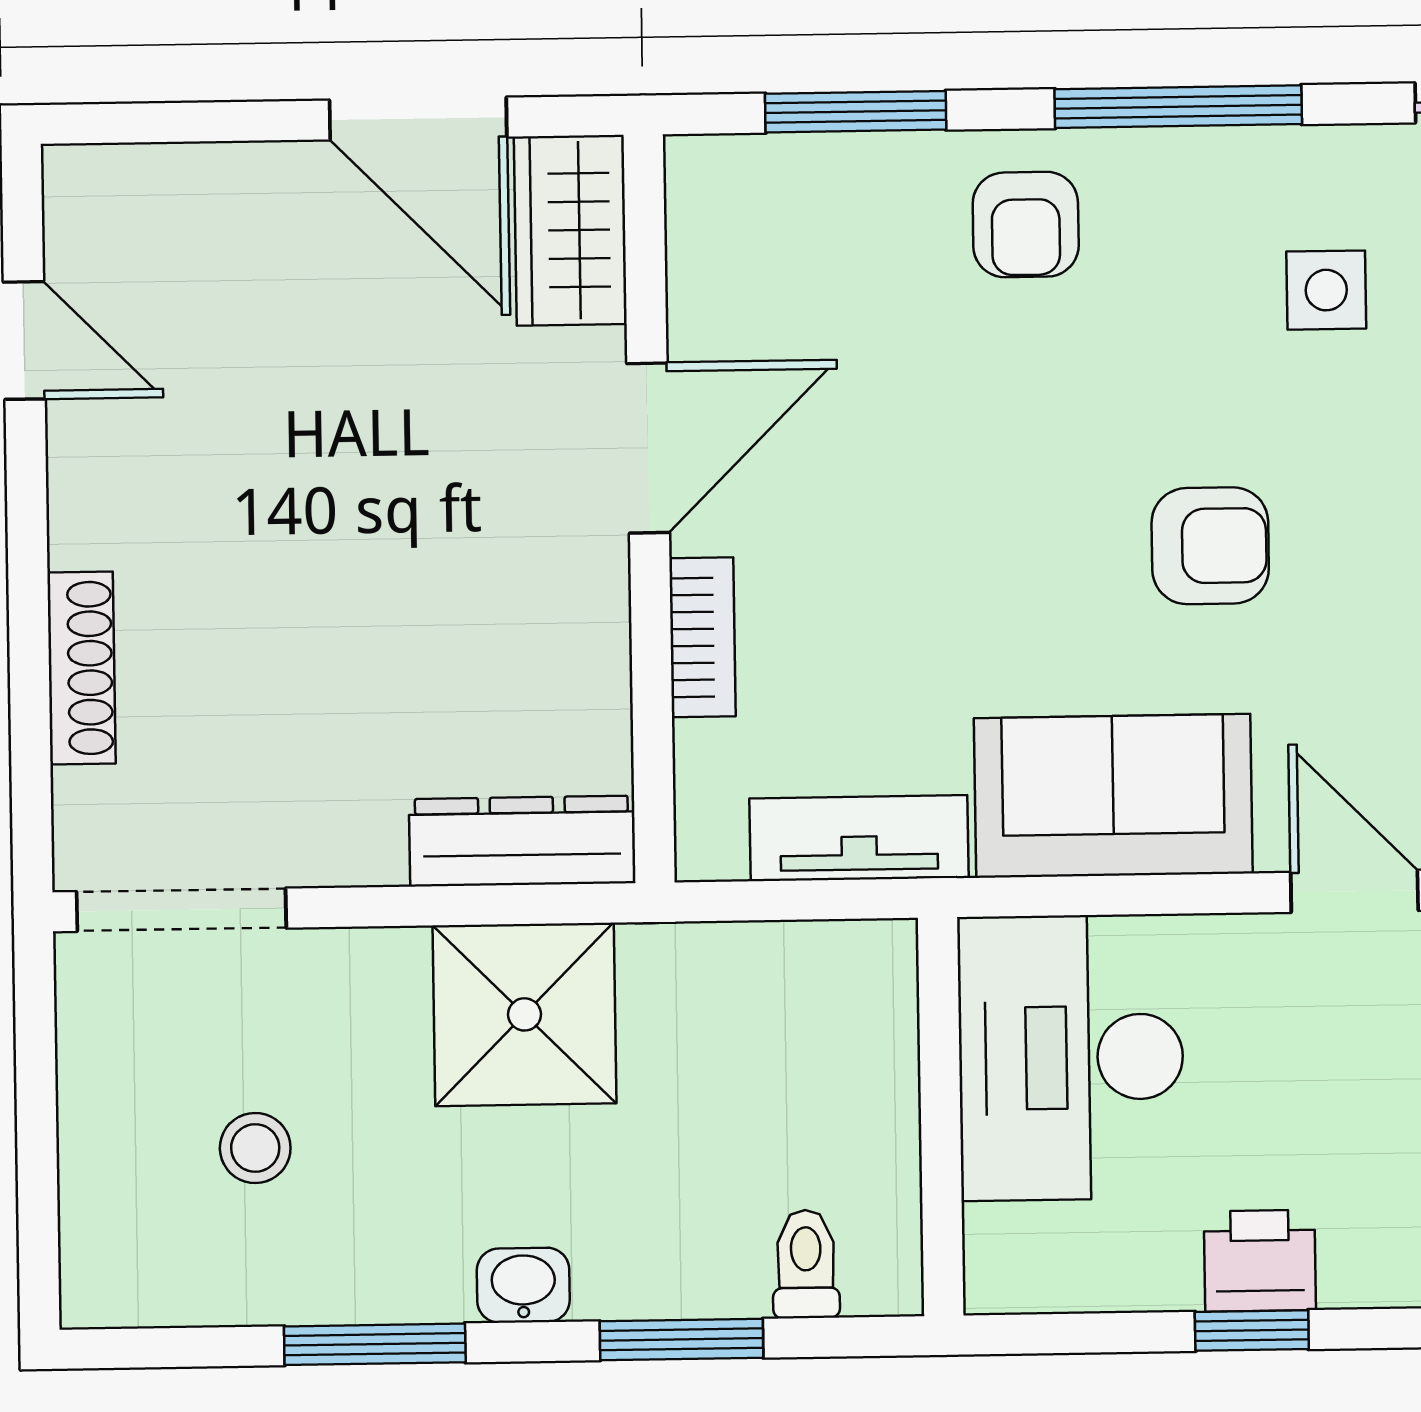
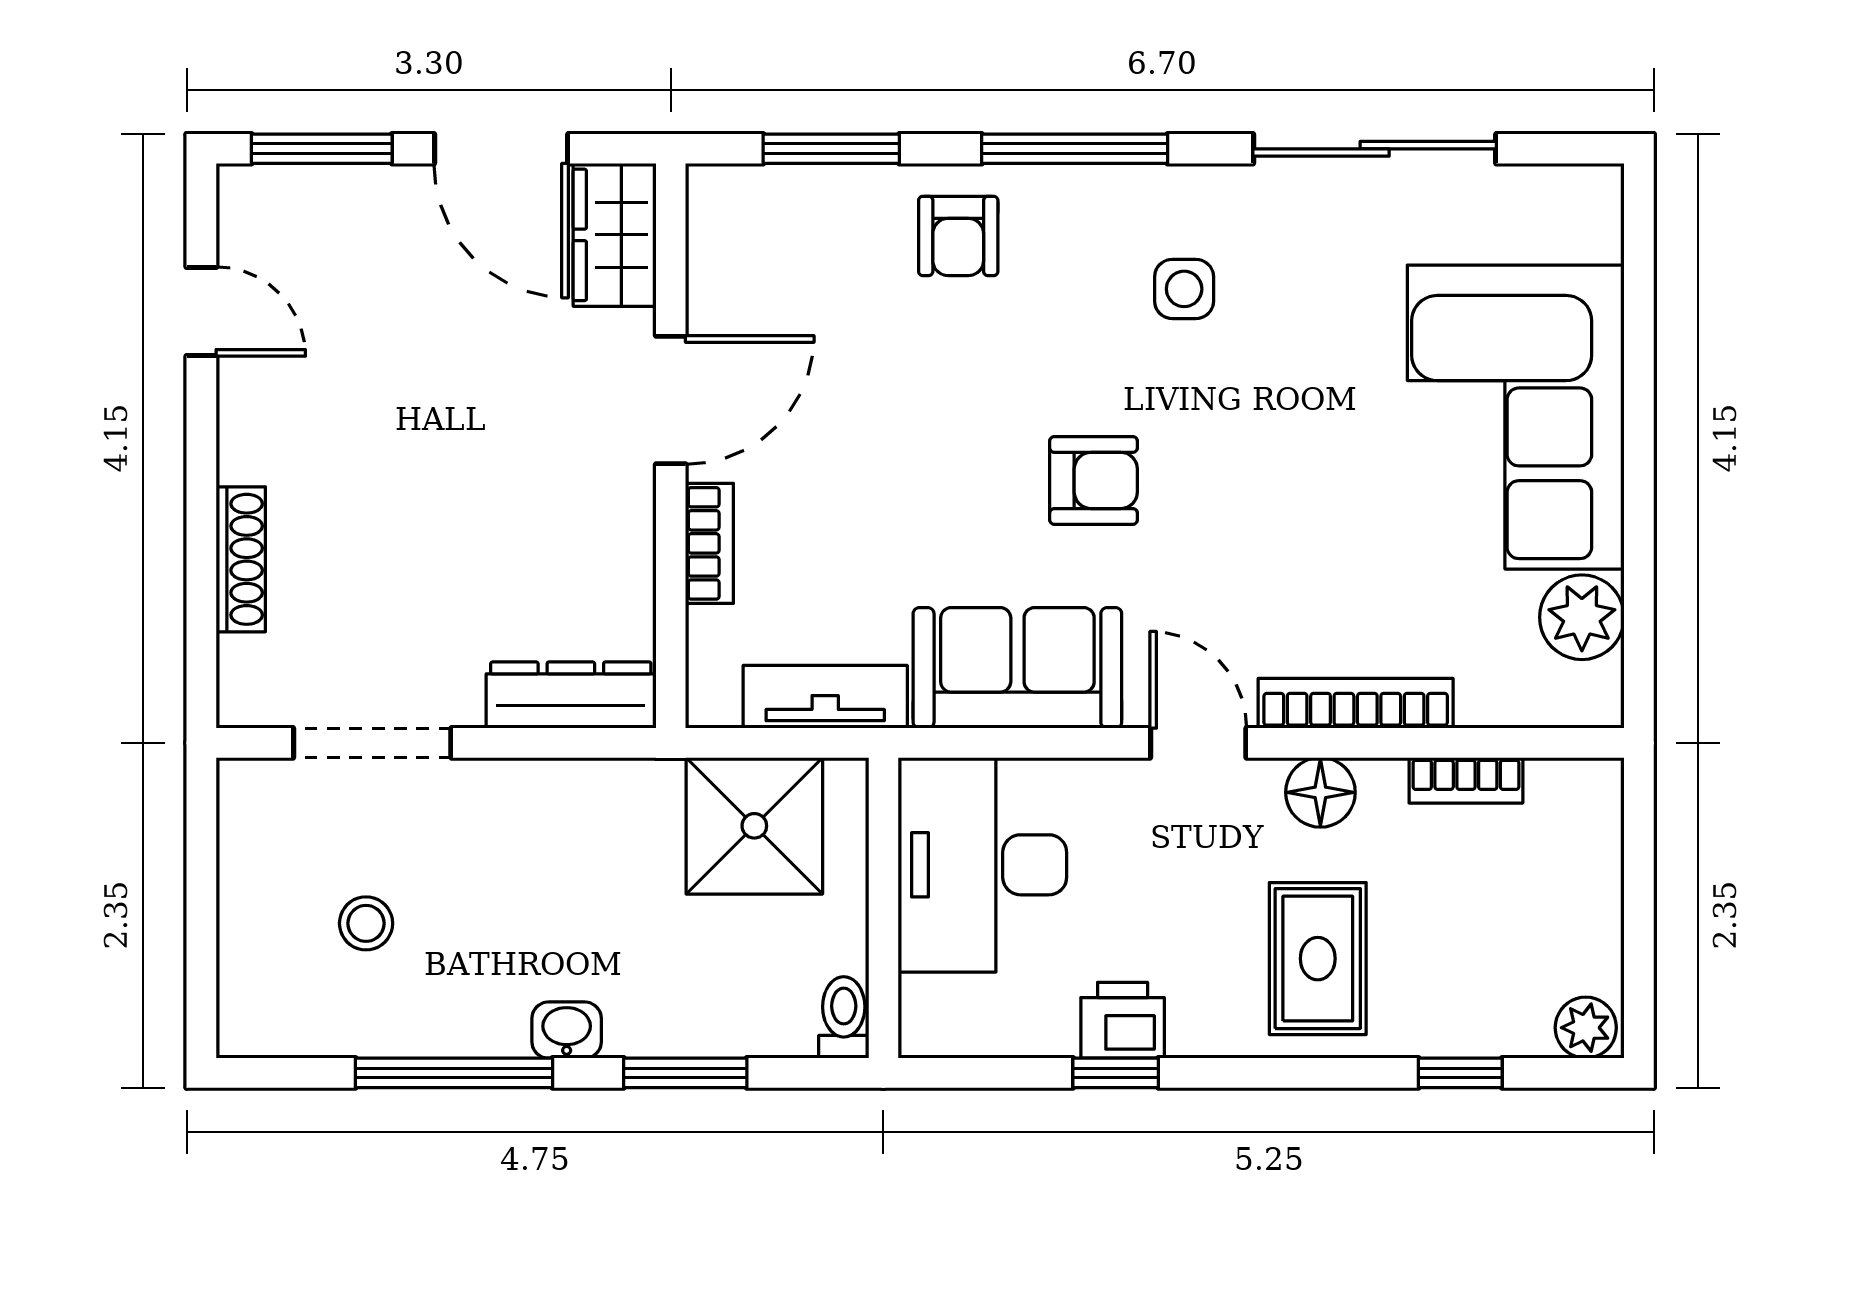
window: (180, 122) -> (322, 149), added
doorway: (181, 910) -> (372, 743), moved
shower: (525, 1014) -> (754, 826), moved
toilet: (806, 1264) -> (844, 1017), moved
window: (375, 1344) -> (454, 1073), width x1.44

